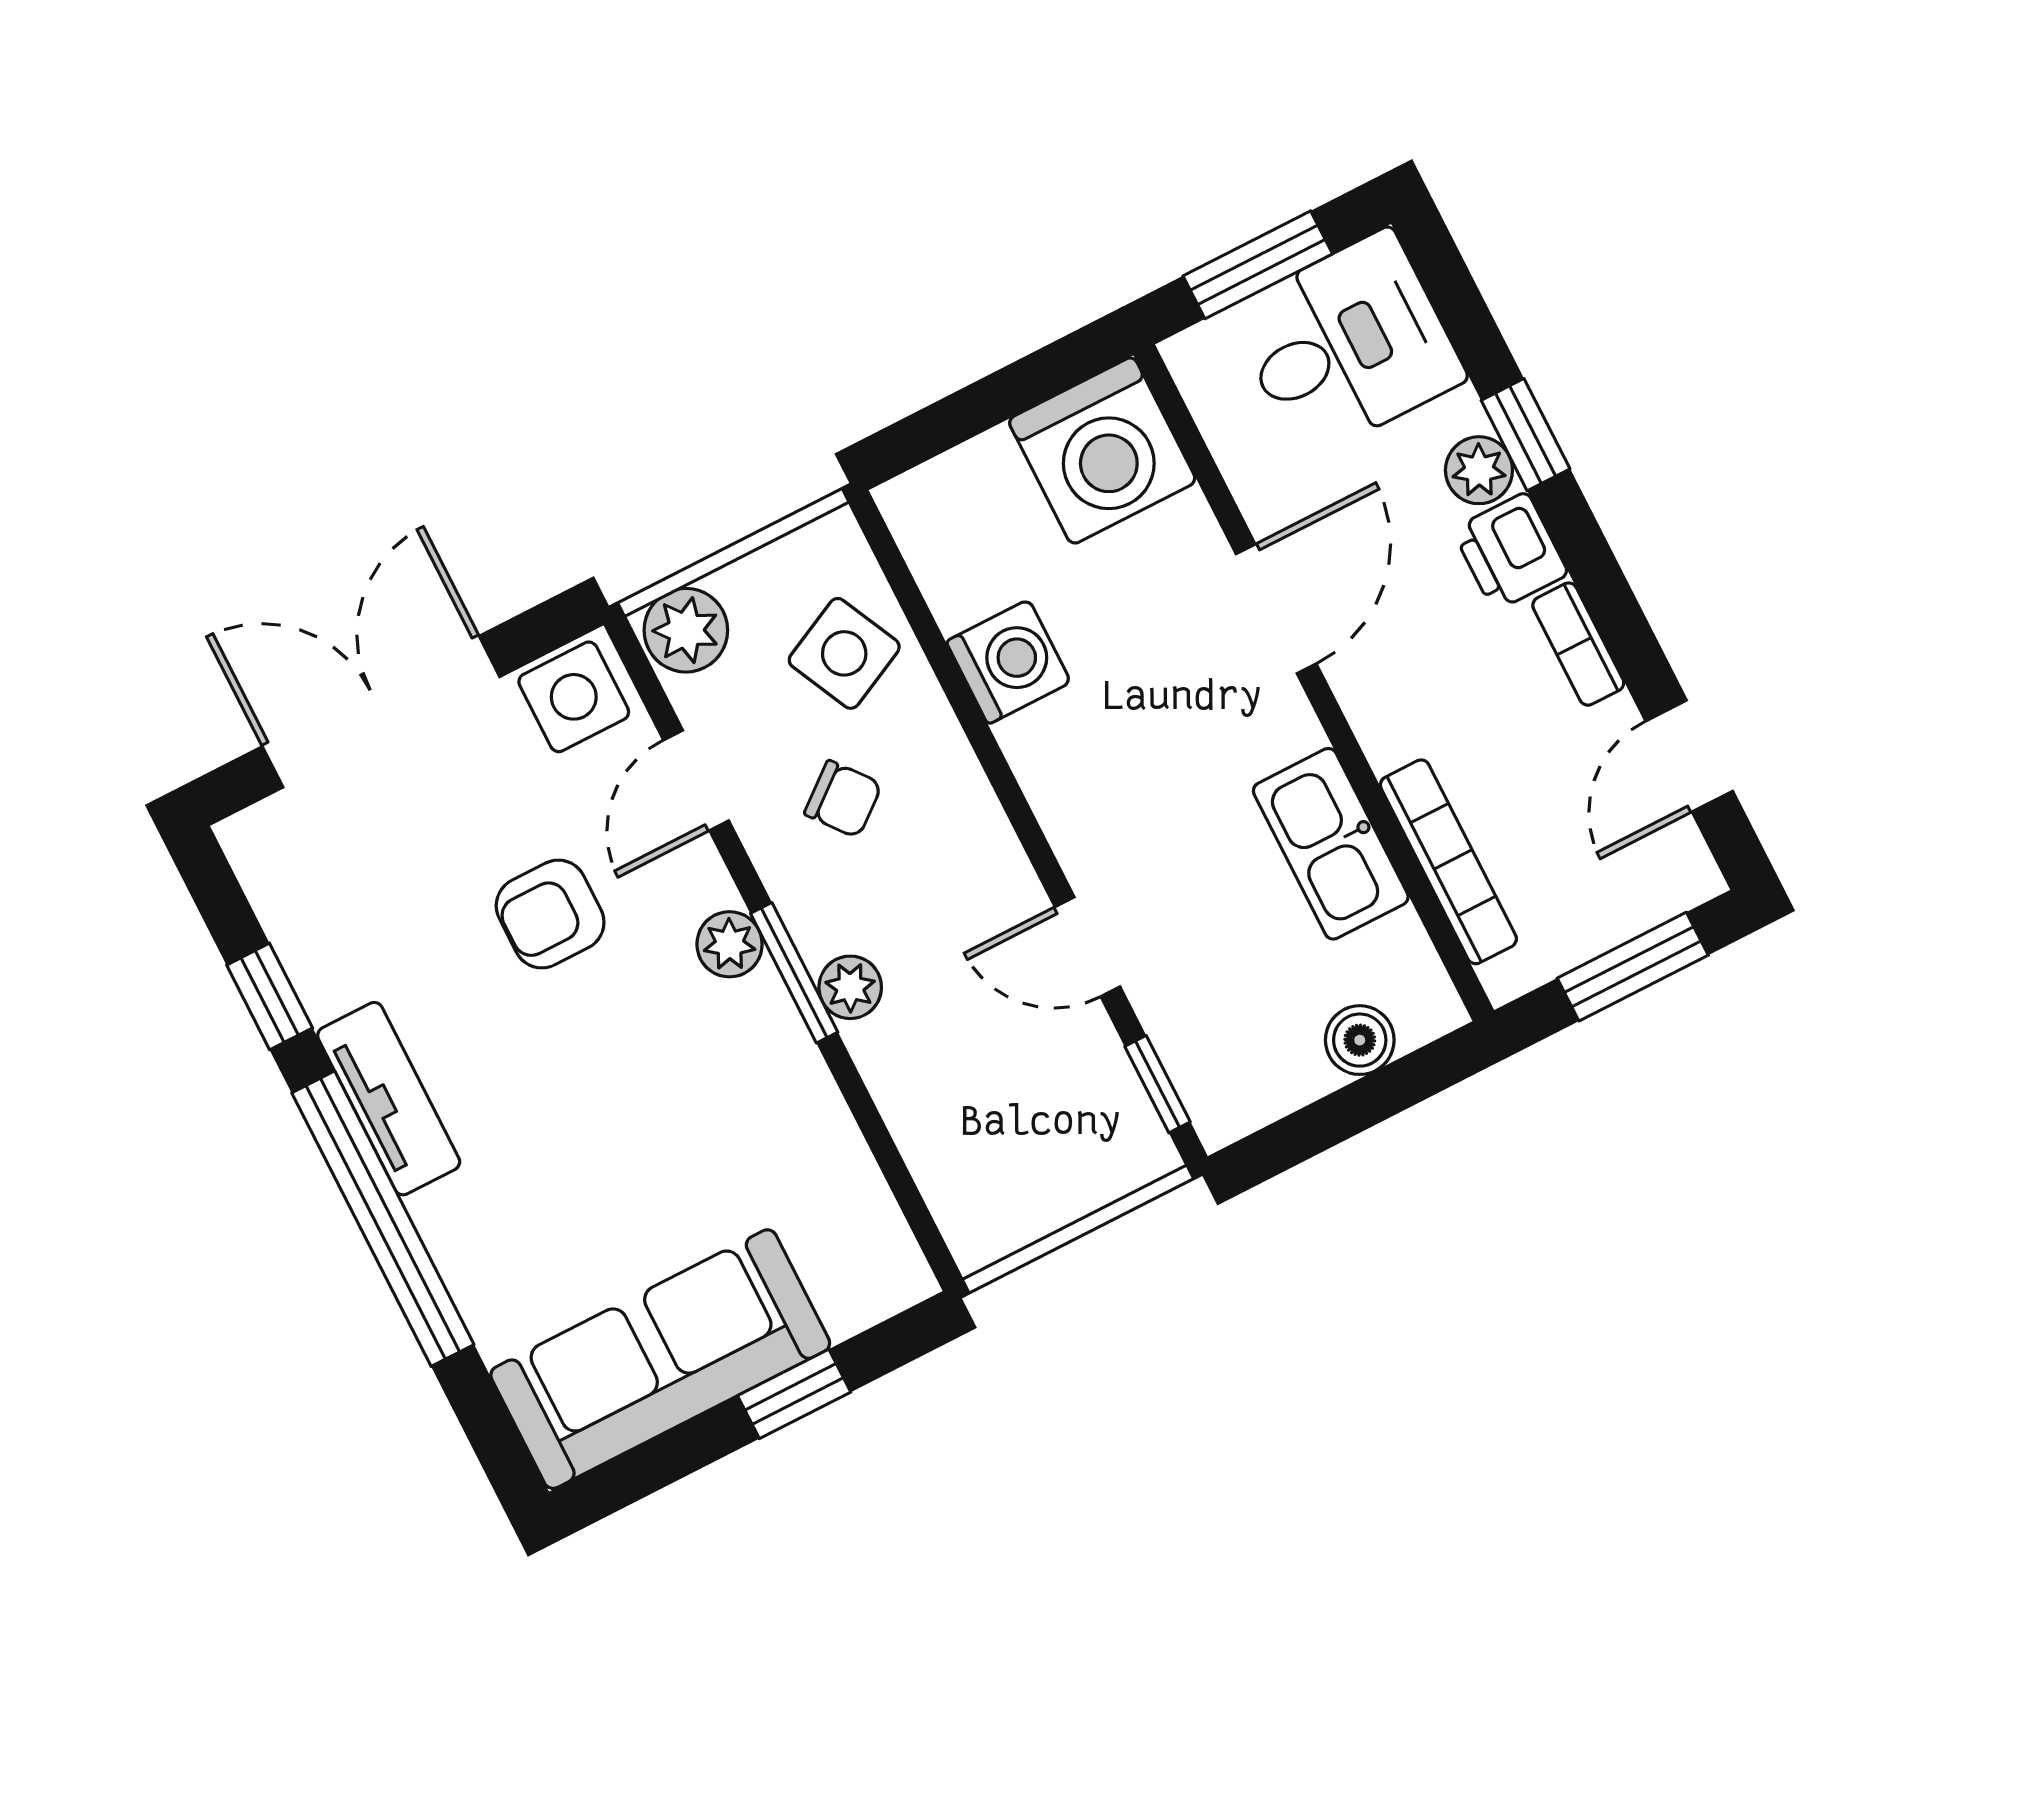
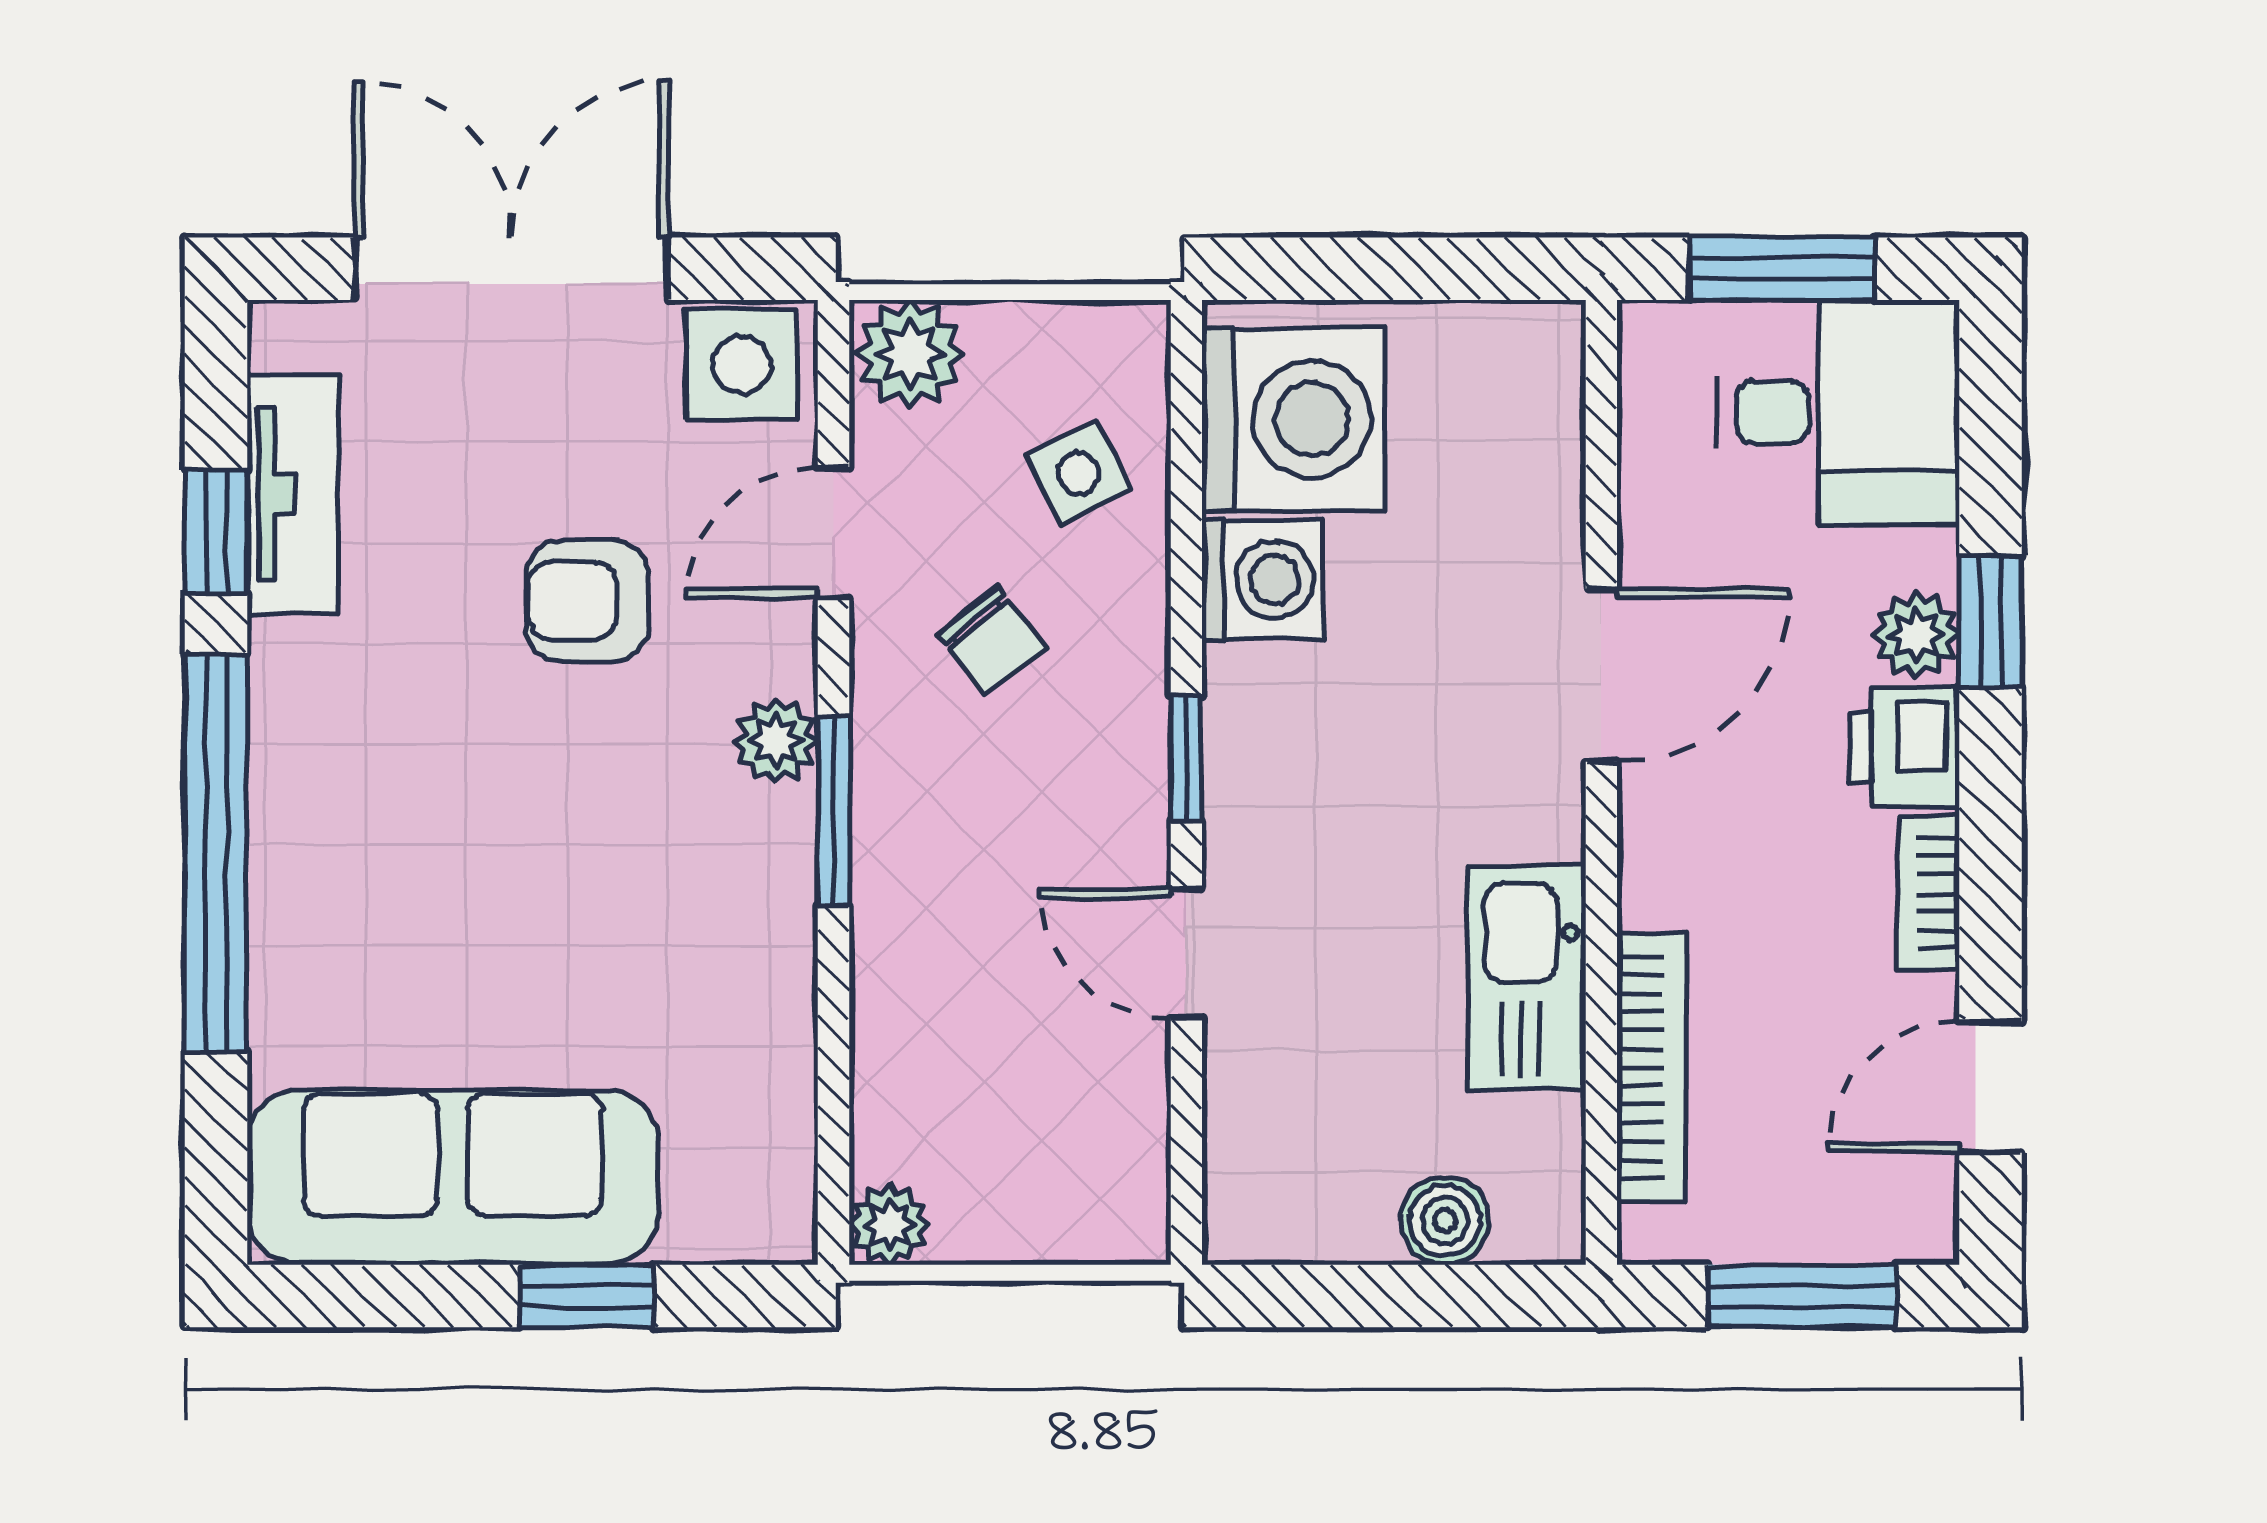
washing machine: (1102, 451) -> (1293, 419), moved, turned -90
side table: (844, 653) -> (1078, 473), width x0.73, depth x0.73
plant: (850, 987) -> (889, 1225), moved
window: (1158, 1084) -> (1186, 758), moved
tv unit: (389, 1099) -> (293, 494), moved

